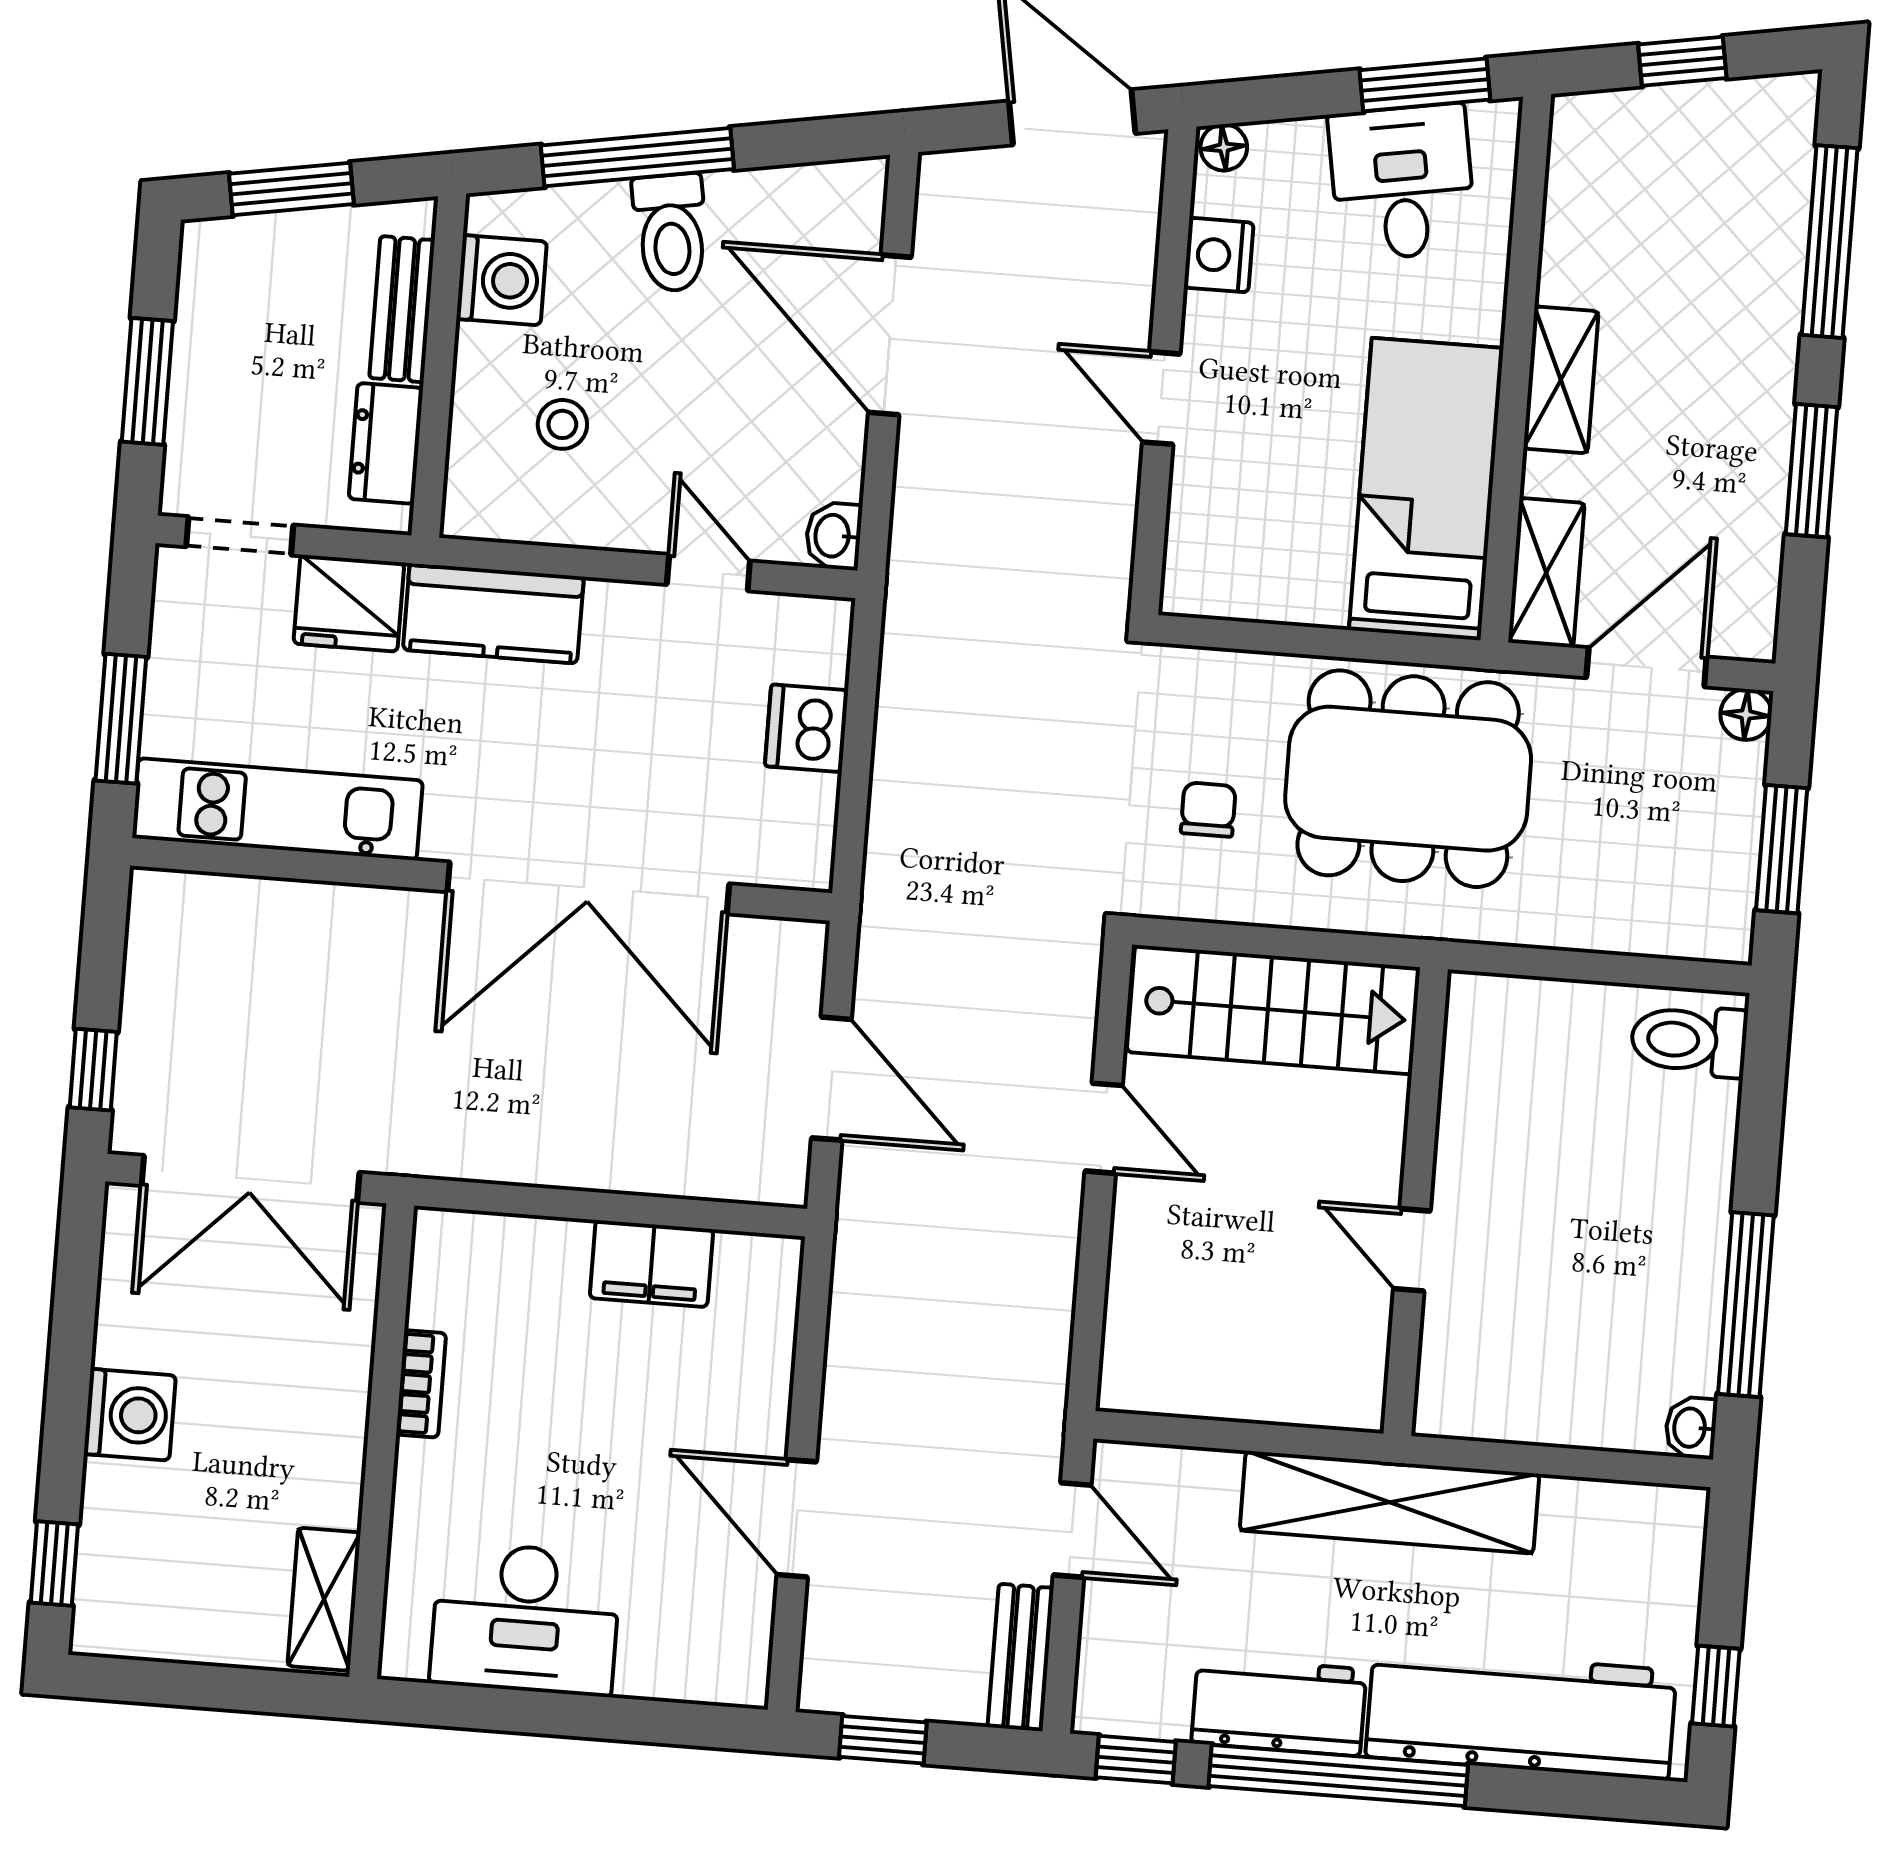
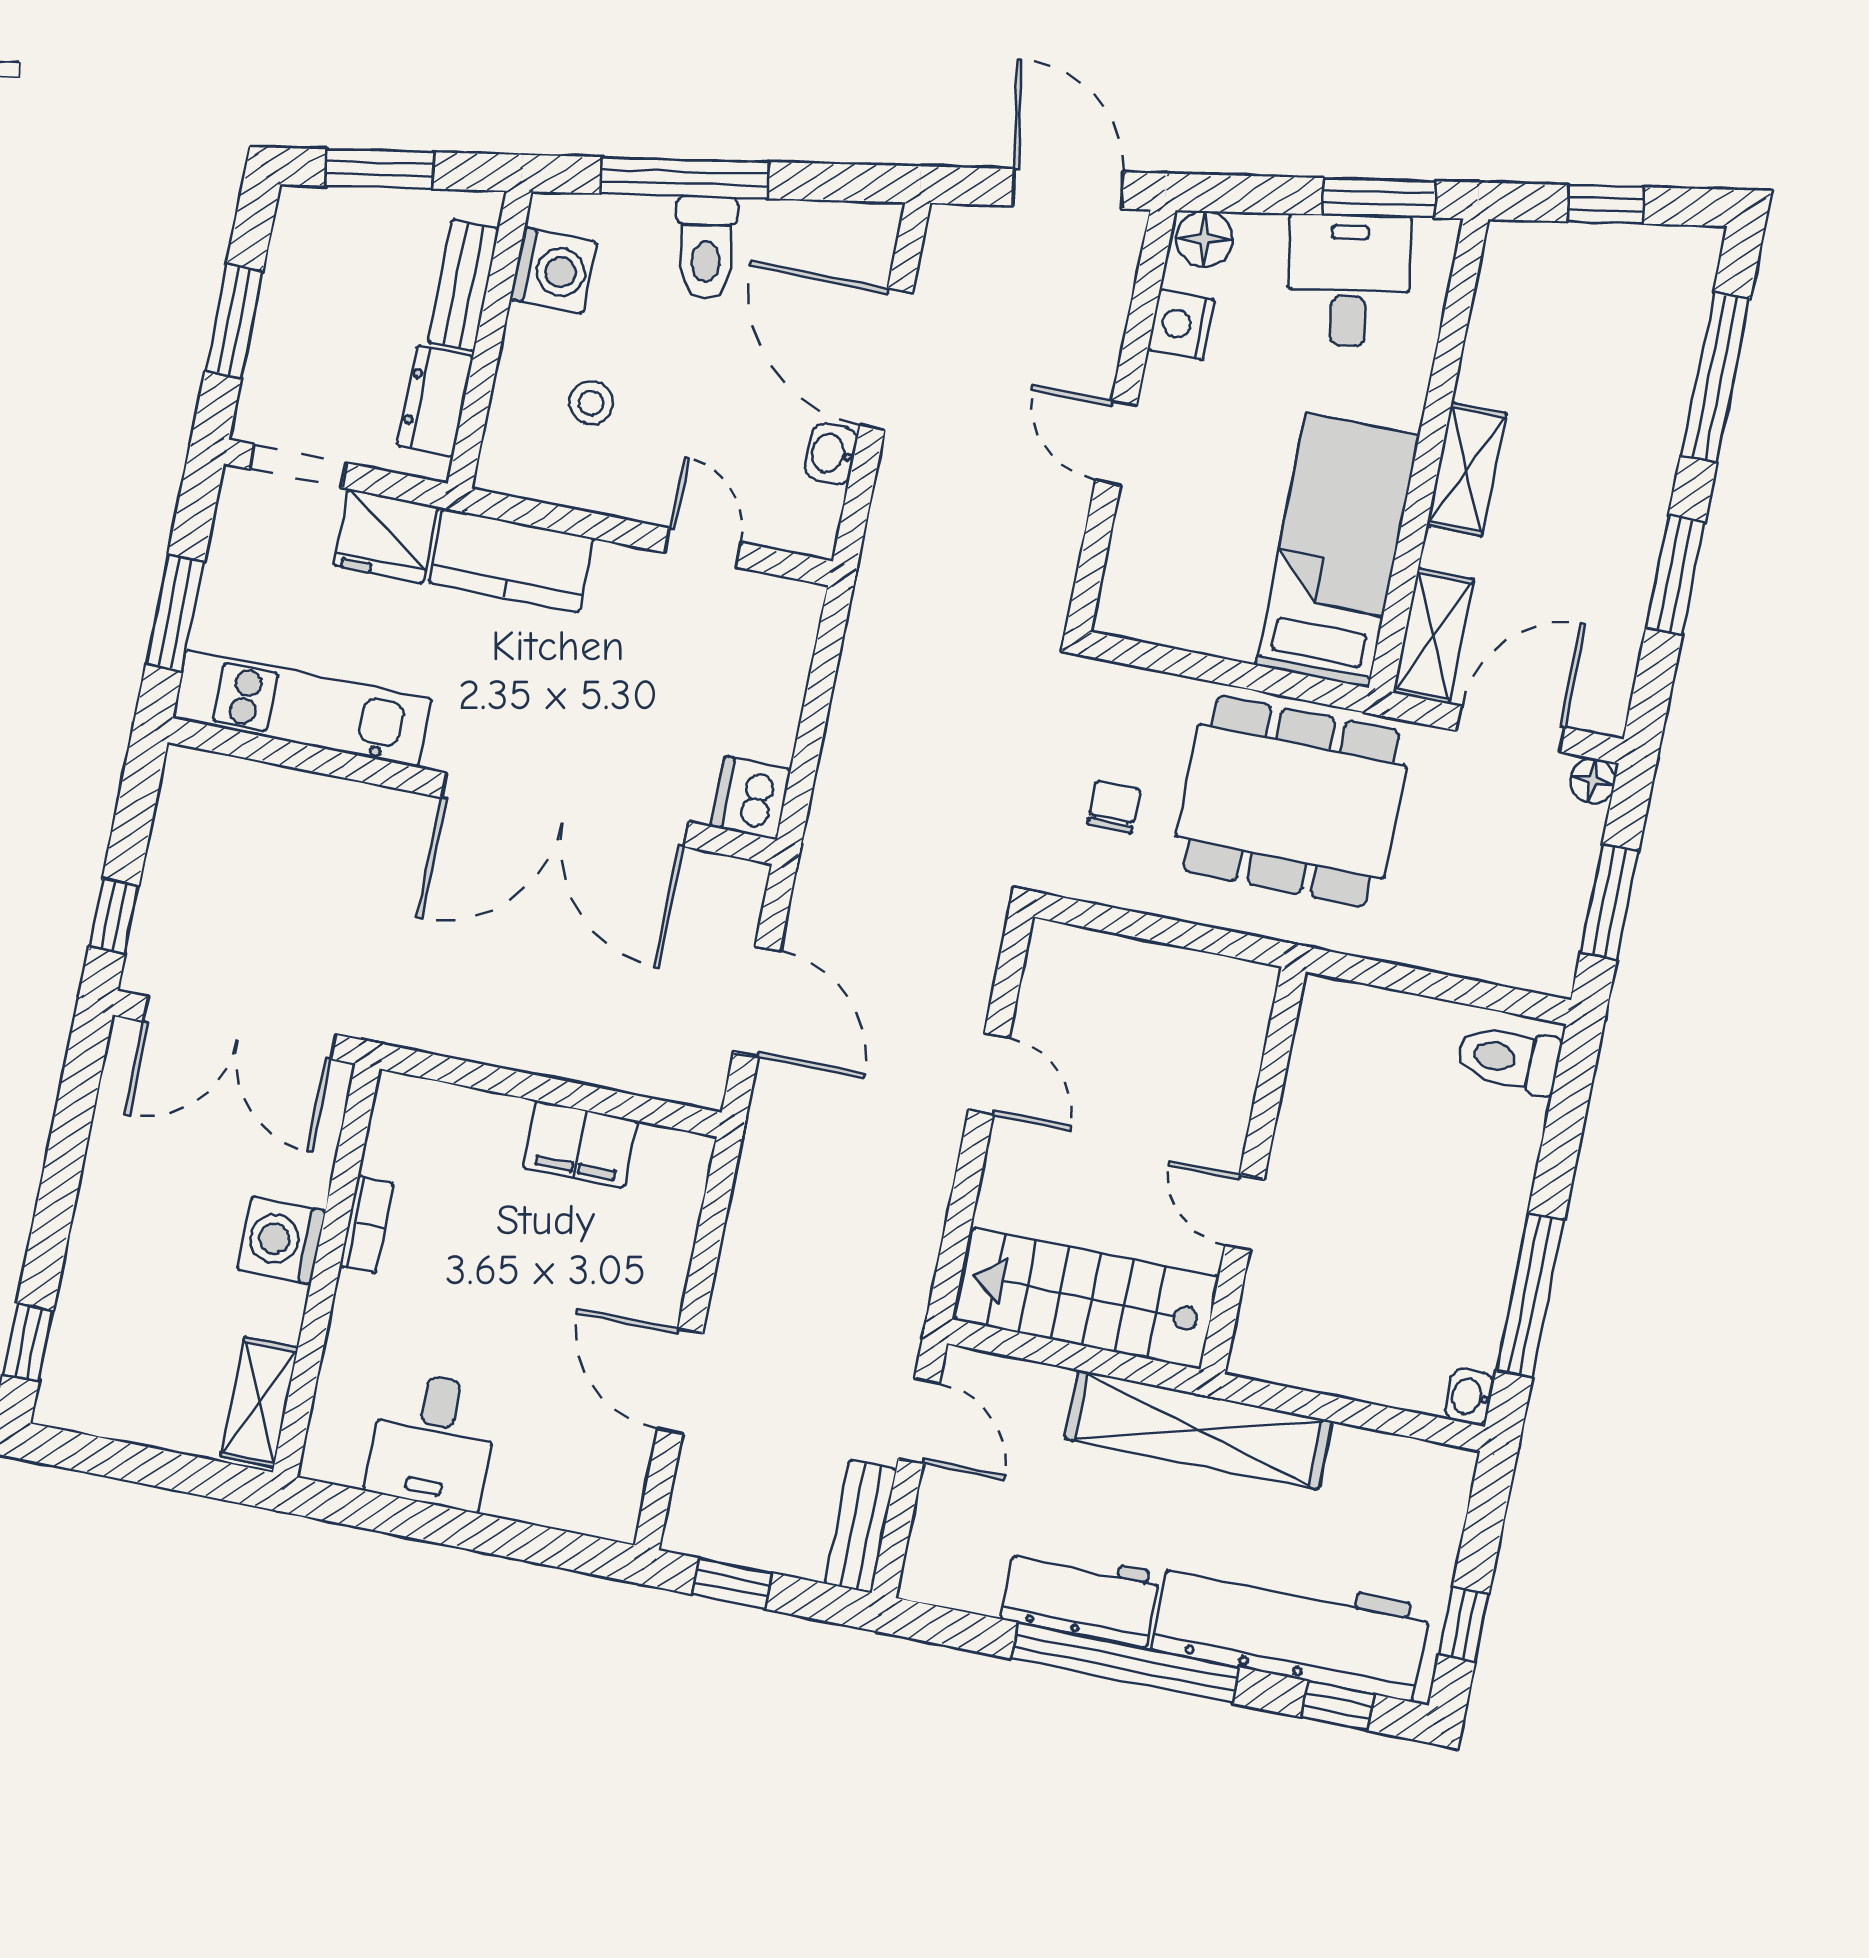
floor lamp: (1224, 147) -> (1204, 239), width x1.37, depth x1.37
washbasin: (834, 536) -> (831, 454), moved
dishwasher: (807, 728) -> (751, 798), moved
stairs: (1273, 1010) -> (1087, 1298), moved, turned 180
washing machine: (130, 1415) -> (282, 1240), moved, turned 180
desk: (525, 1619) -> (433, 1440), width x0.73
window: (1136, 1760) -> (1338, 1706), moved

